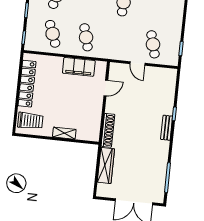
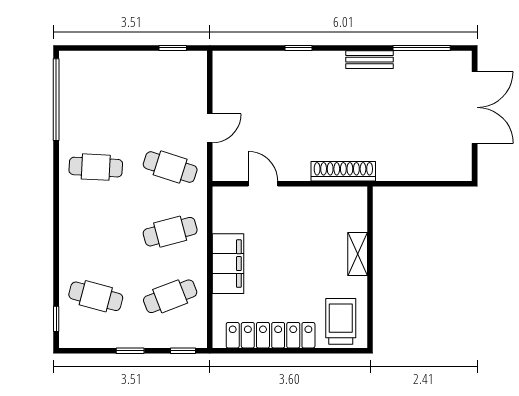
cafe table: (153, 44) -> (170, 167), moved, turned 33
filing cabinet: (79, 67) -> (228, 264), moved
bench: (167, 128) -> (370, 60), moved
wardrobe: (106, 165) -> (411, 168), removed

